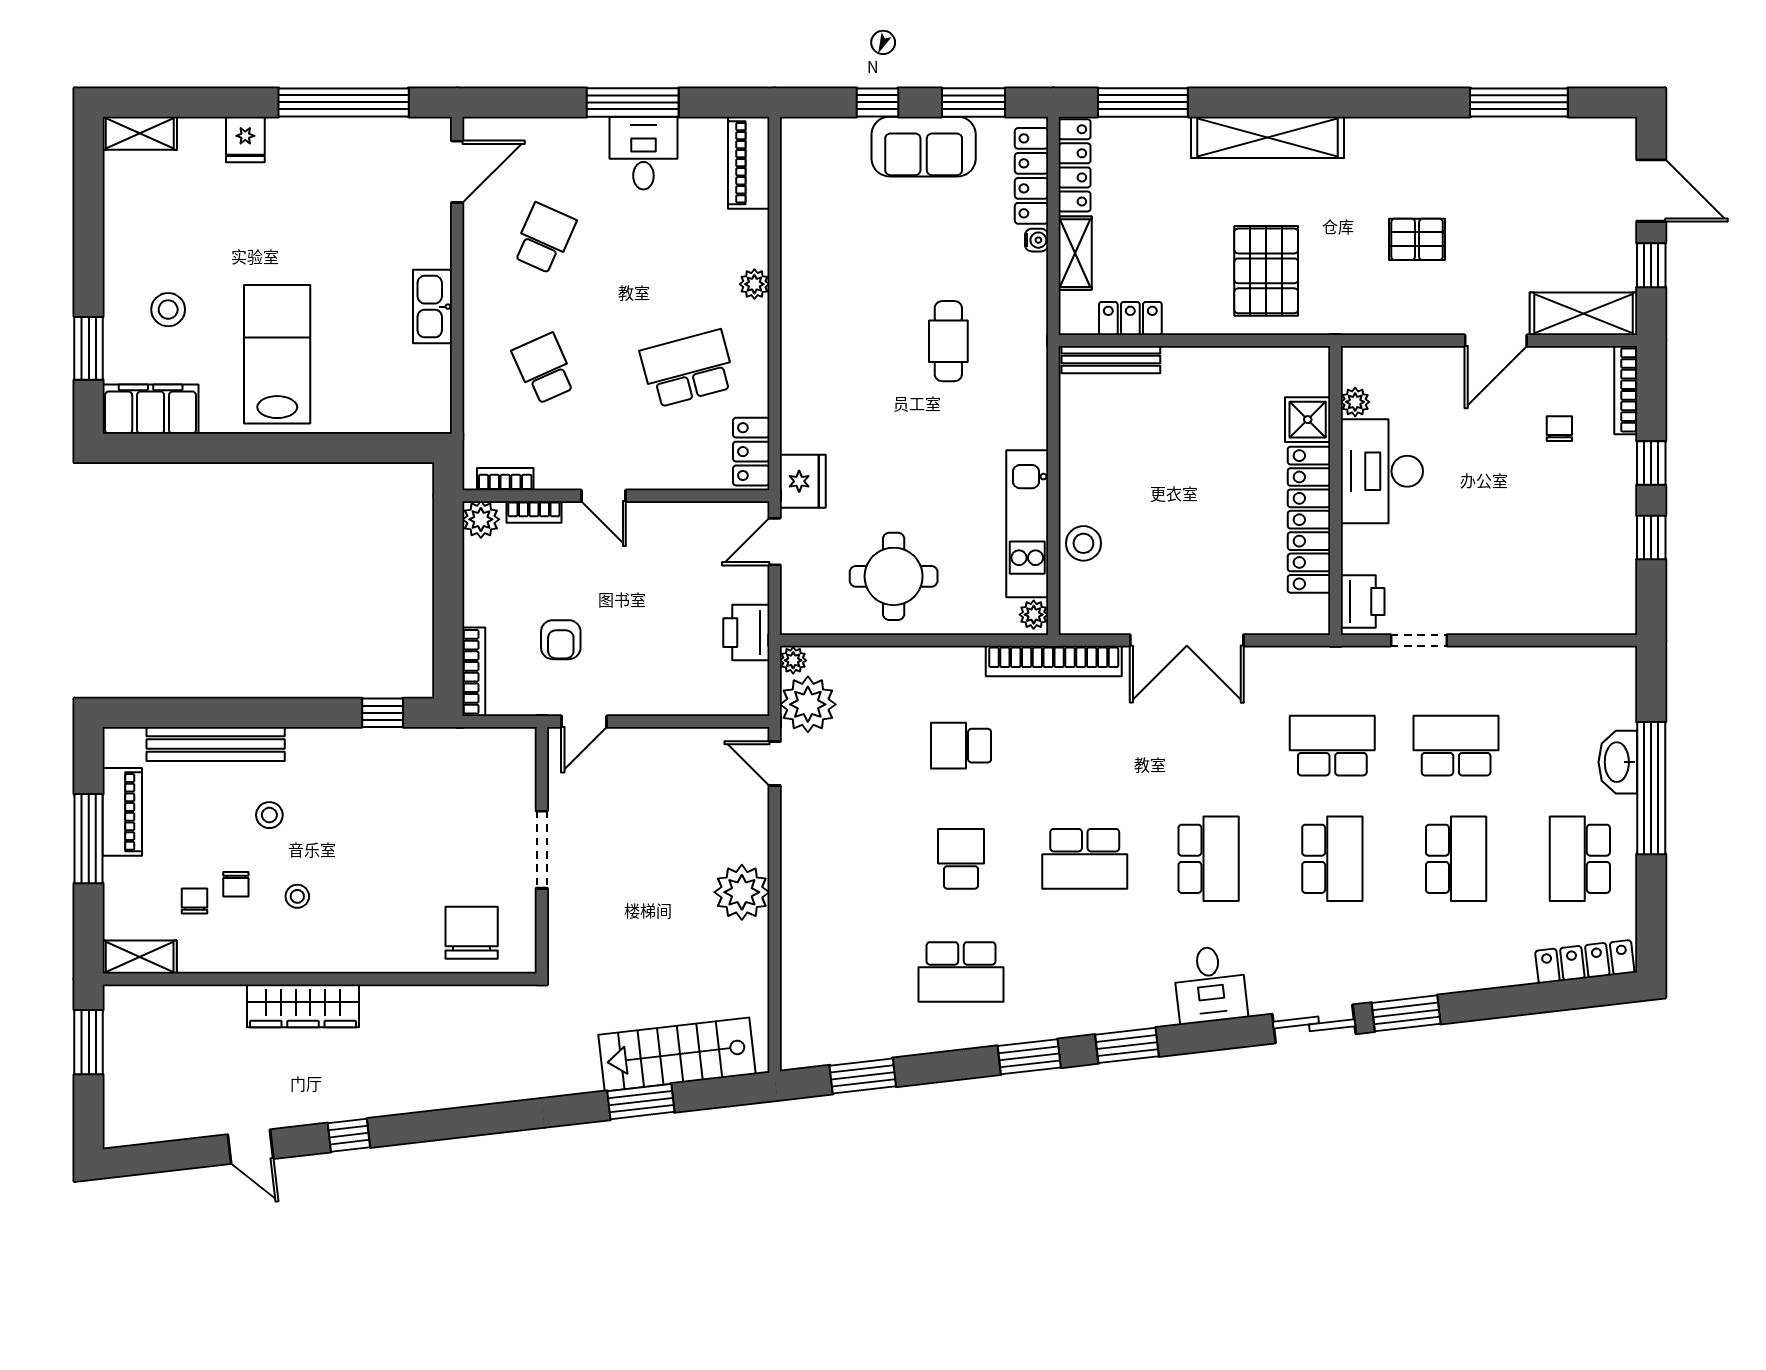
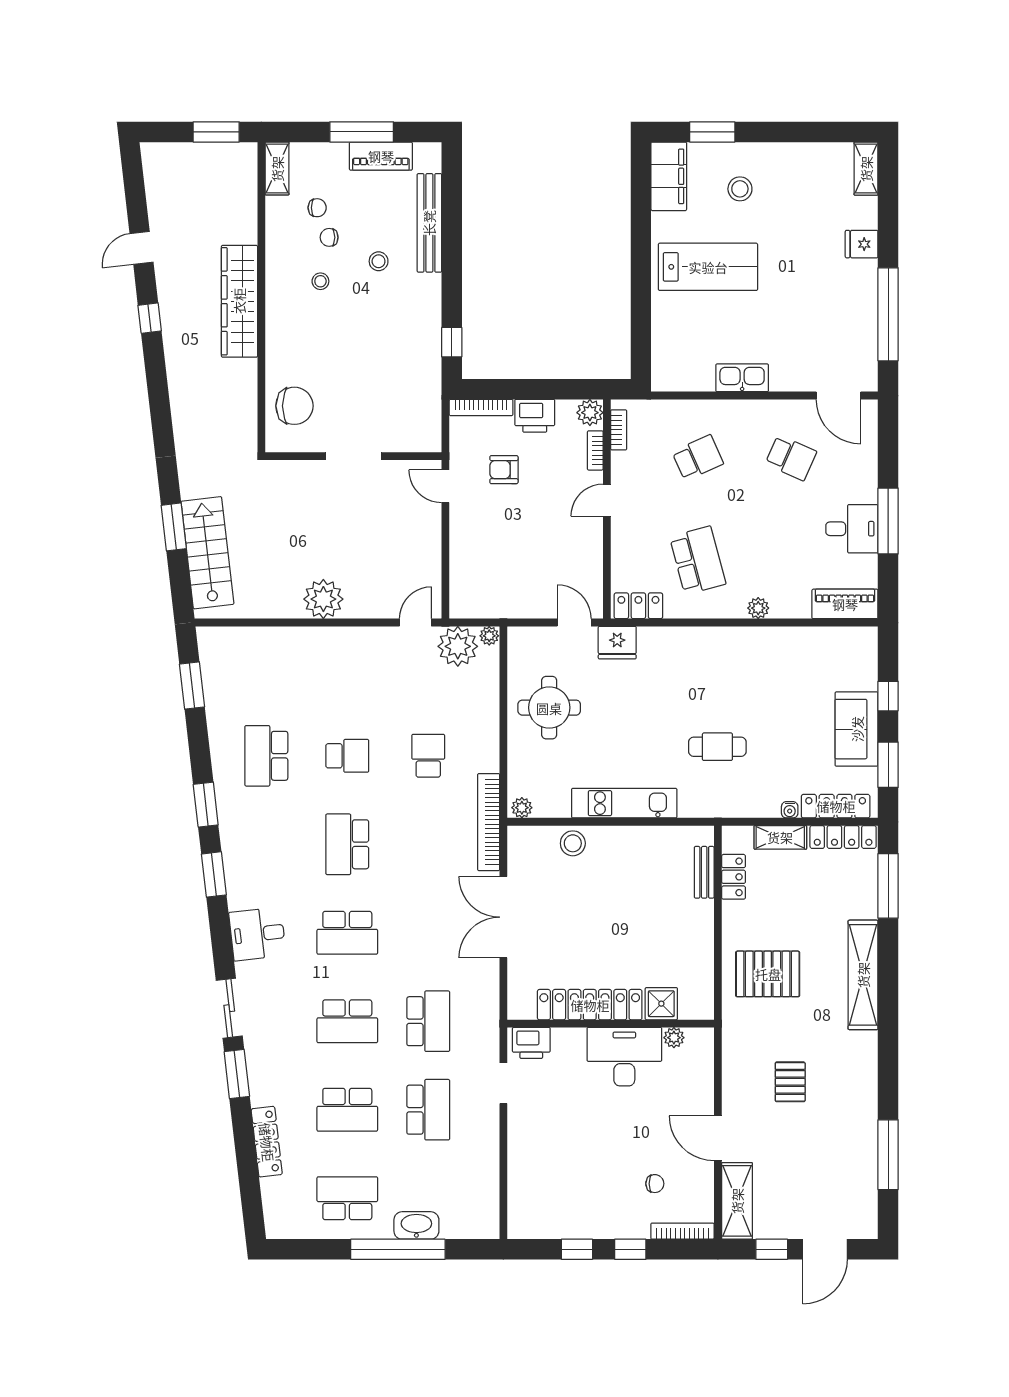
bench: (1111, 360) -> (704, 872), width x0.73
kitchen unit: (1027, 524) -> (624, 803), moved
printer: (746, 633) -> (535, 416), moved, turned 180
locker: (1585, 962) -> (267, 1142), moved
wardrobe: (303, 1006) -> (239, 301), width x1.40, depth x1.17

